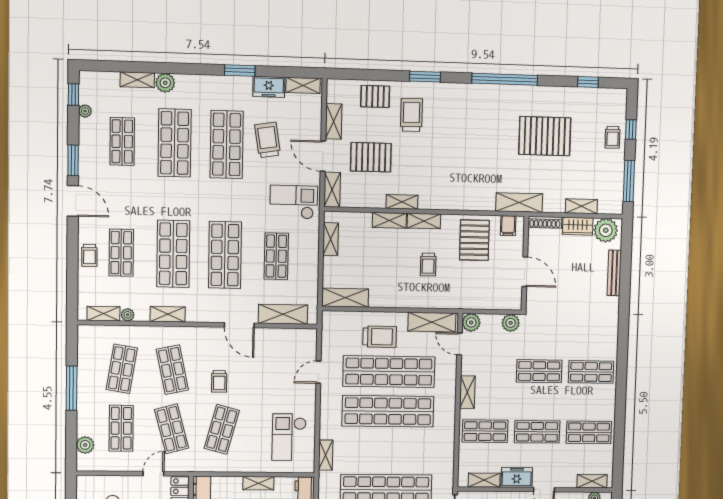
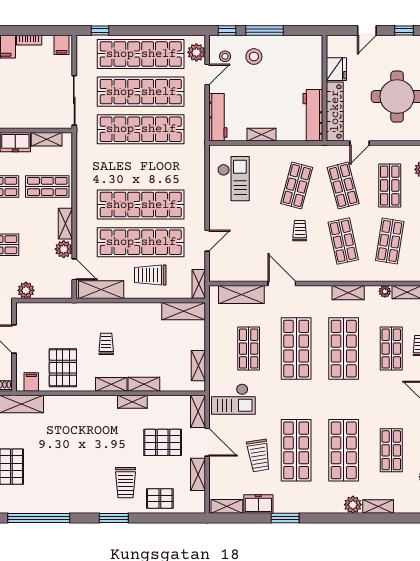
plant: (471, 322) -> (64, 249), moved
shelving: (326, 455) -> (199, 284), moved

